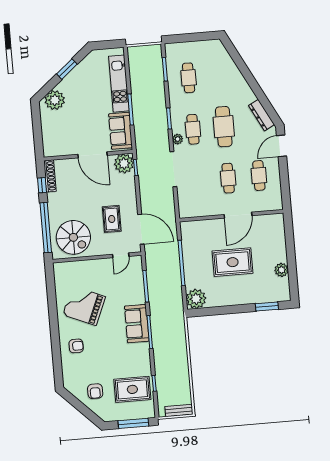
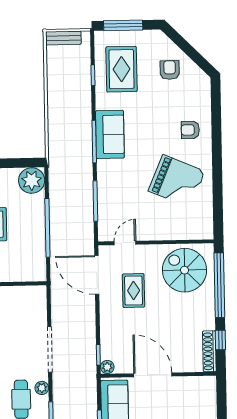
plant: (124, 164) -> (107, 367), width x0.53, depth x0.53
sofa: (137, 324) -> (110, 134), moved
rug: (132, 389) -> (121, 69), turned 90

